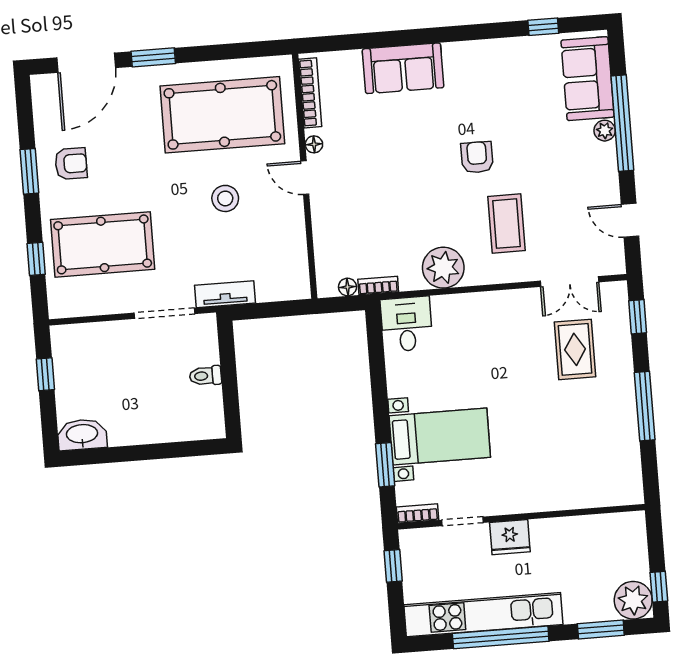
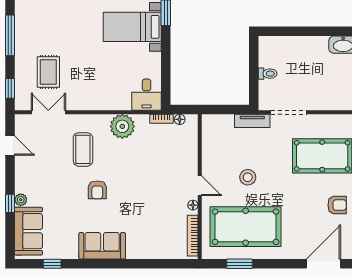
window: (153, 57) -> (239, 264), moved
sofa: (403, 68) -> (102, 246), moved
window: (622, 123) -> (10, 203), width x0.32
armchair: (71, 164) -> (337, 205), turned 180

